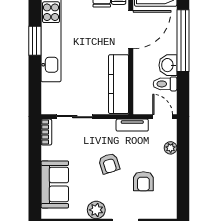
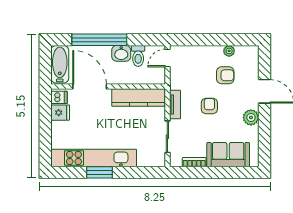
tv unit: (132, 125) -> (175, 105), moved
bookcase: (46, 132) -> (194, 162), moved
plant: (171, 148) -> (229, 51), moved
armchair: (109, 164) -> (209, 106), turned -72

